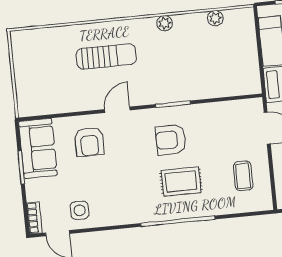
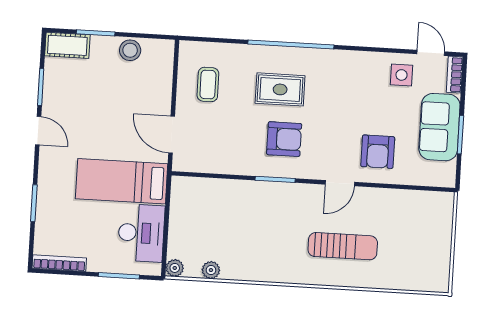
plant: (165, 23) -> (175, 268), moved
sun lounger: (106, 57) -> (343, 246), turned 180
armchair: (89, 142) -> (378, 152), turned 180
sofa: (38, 148) -> (439, 127), moved

